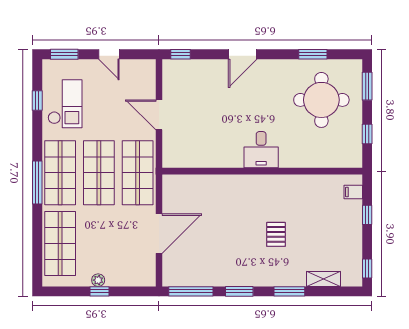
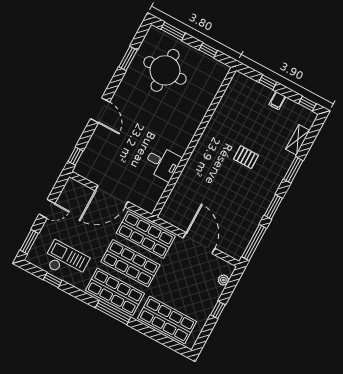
door: (159, 115) -> (112, 196), width x1.36
desk: (261, 150) -> (162, 163), moved
filing cabinet: (353, 192) -> (277, 101), moved
plant: (98, 280) -> (223, 280), moved

